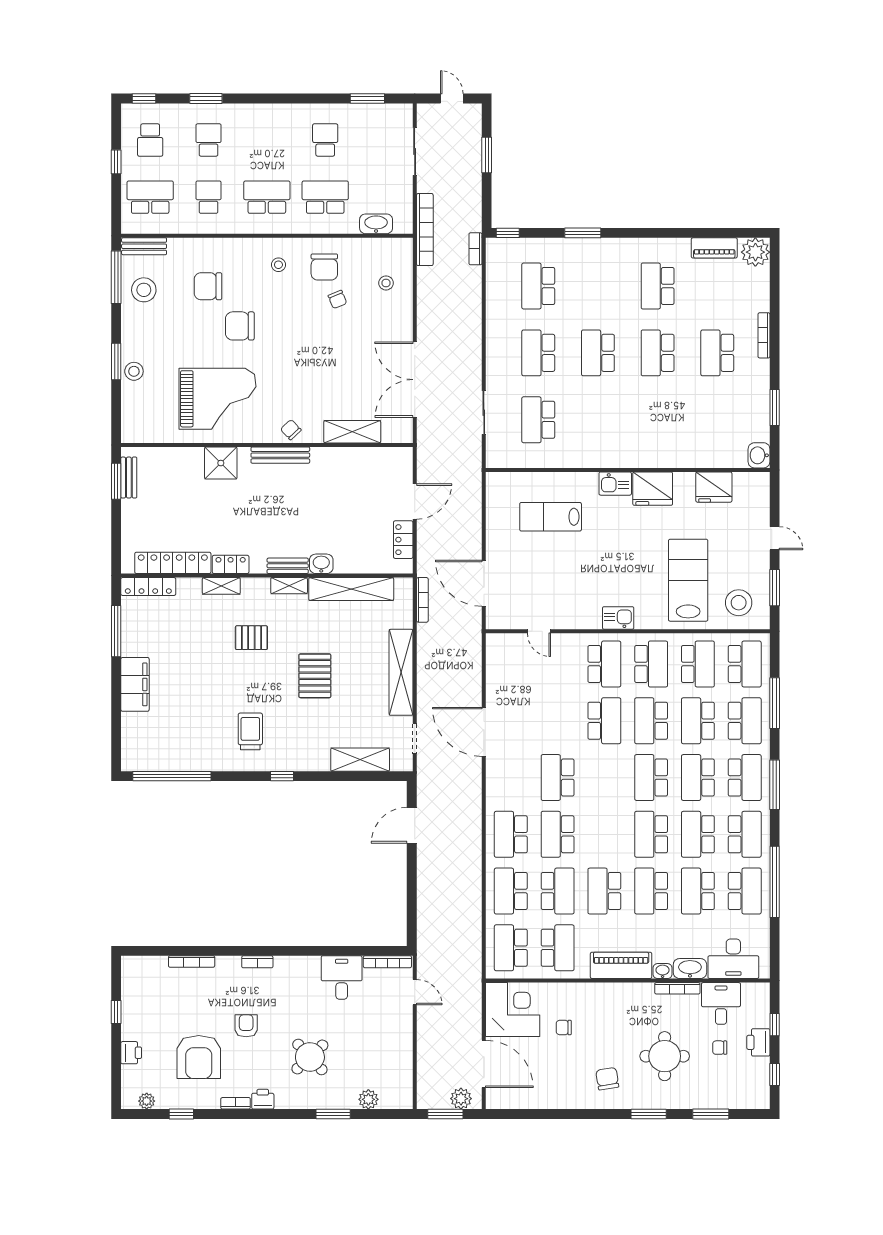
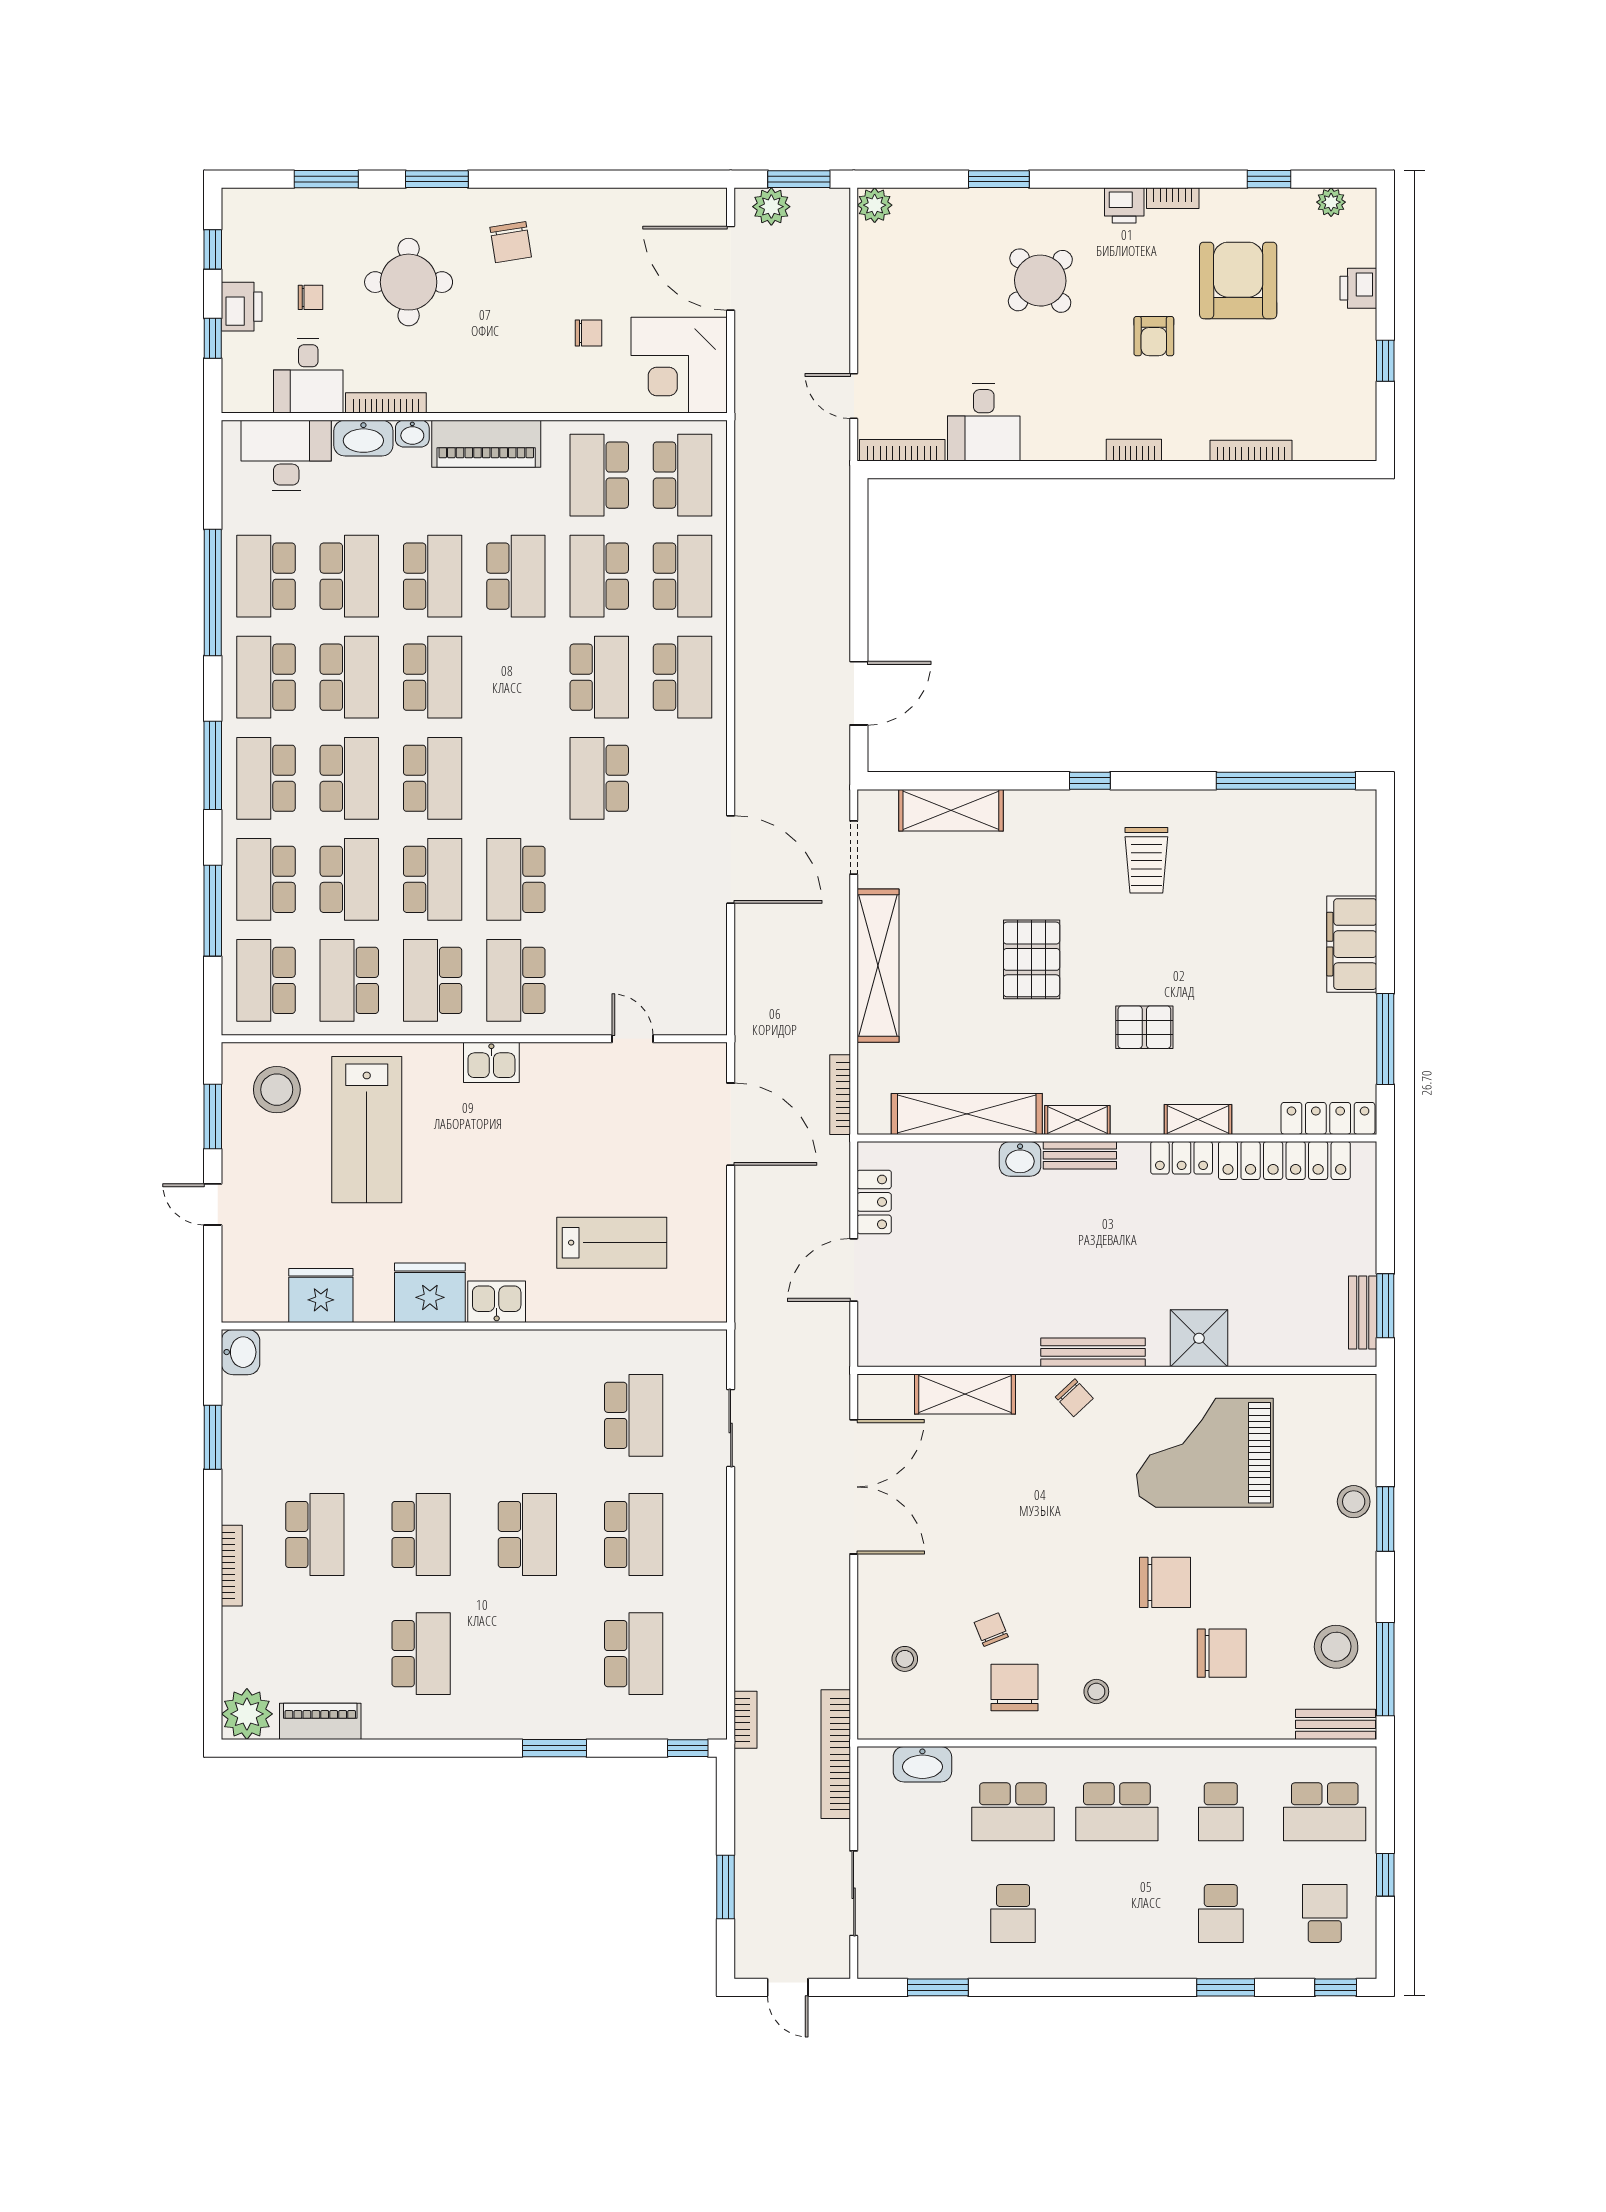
school desk: (558, 778) -> (599, 778), turned 180
plant: (368, 1099) -> (875, 205), moved

